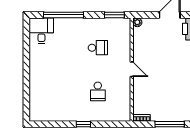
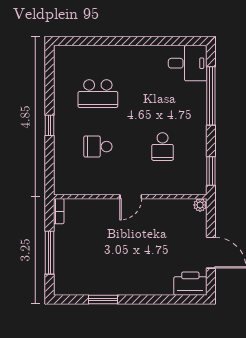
school desk: (62, 91) -> (98, 94), added

